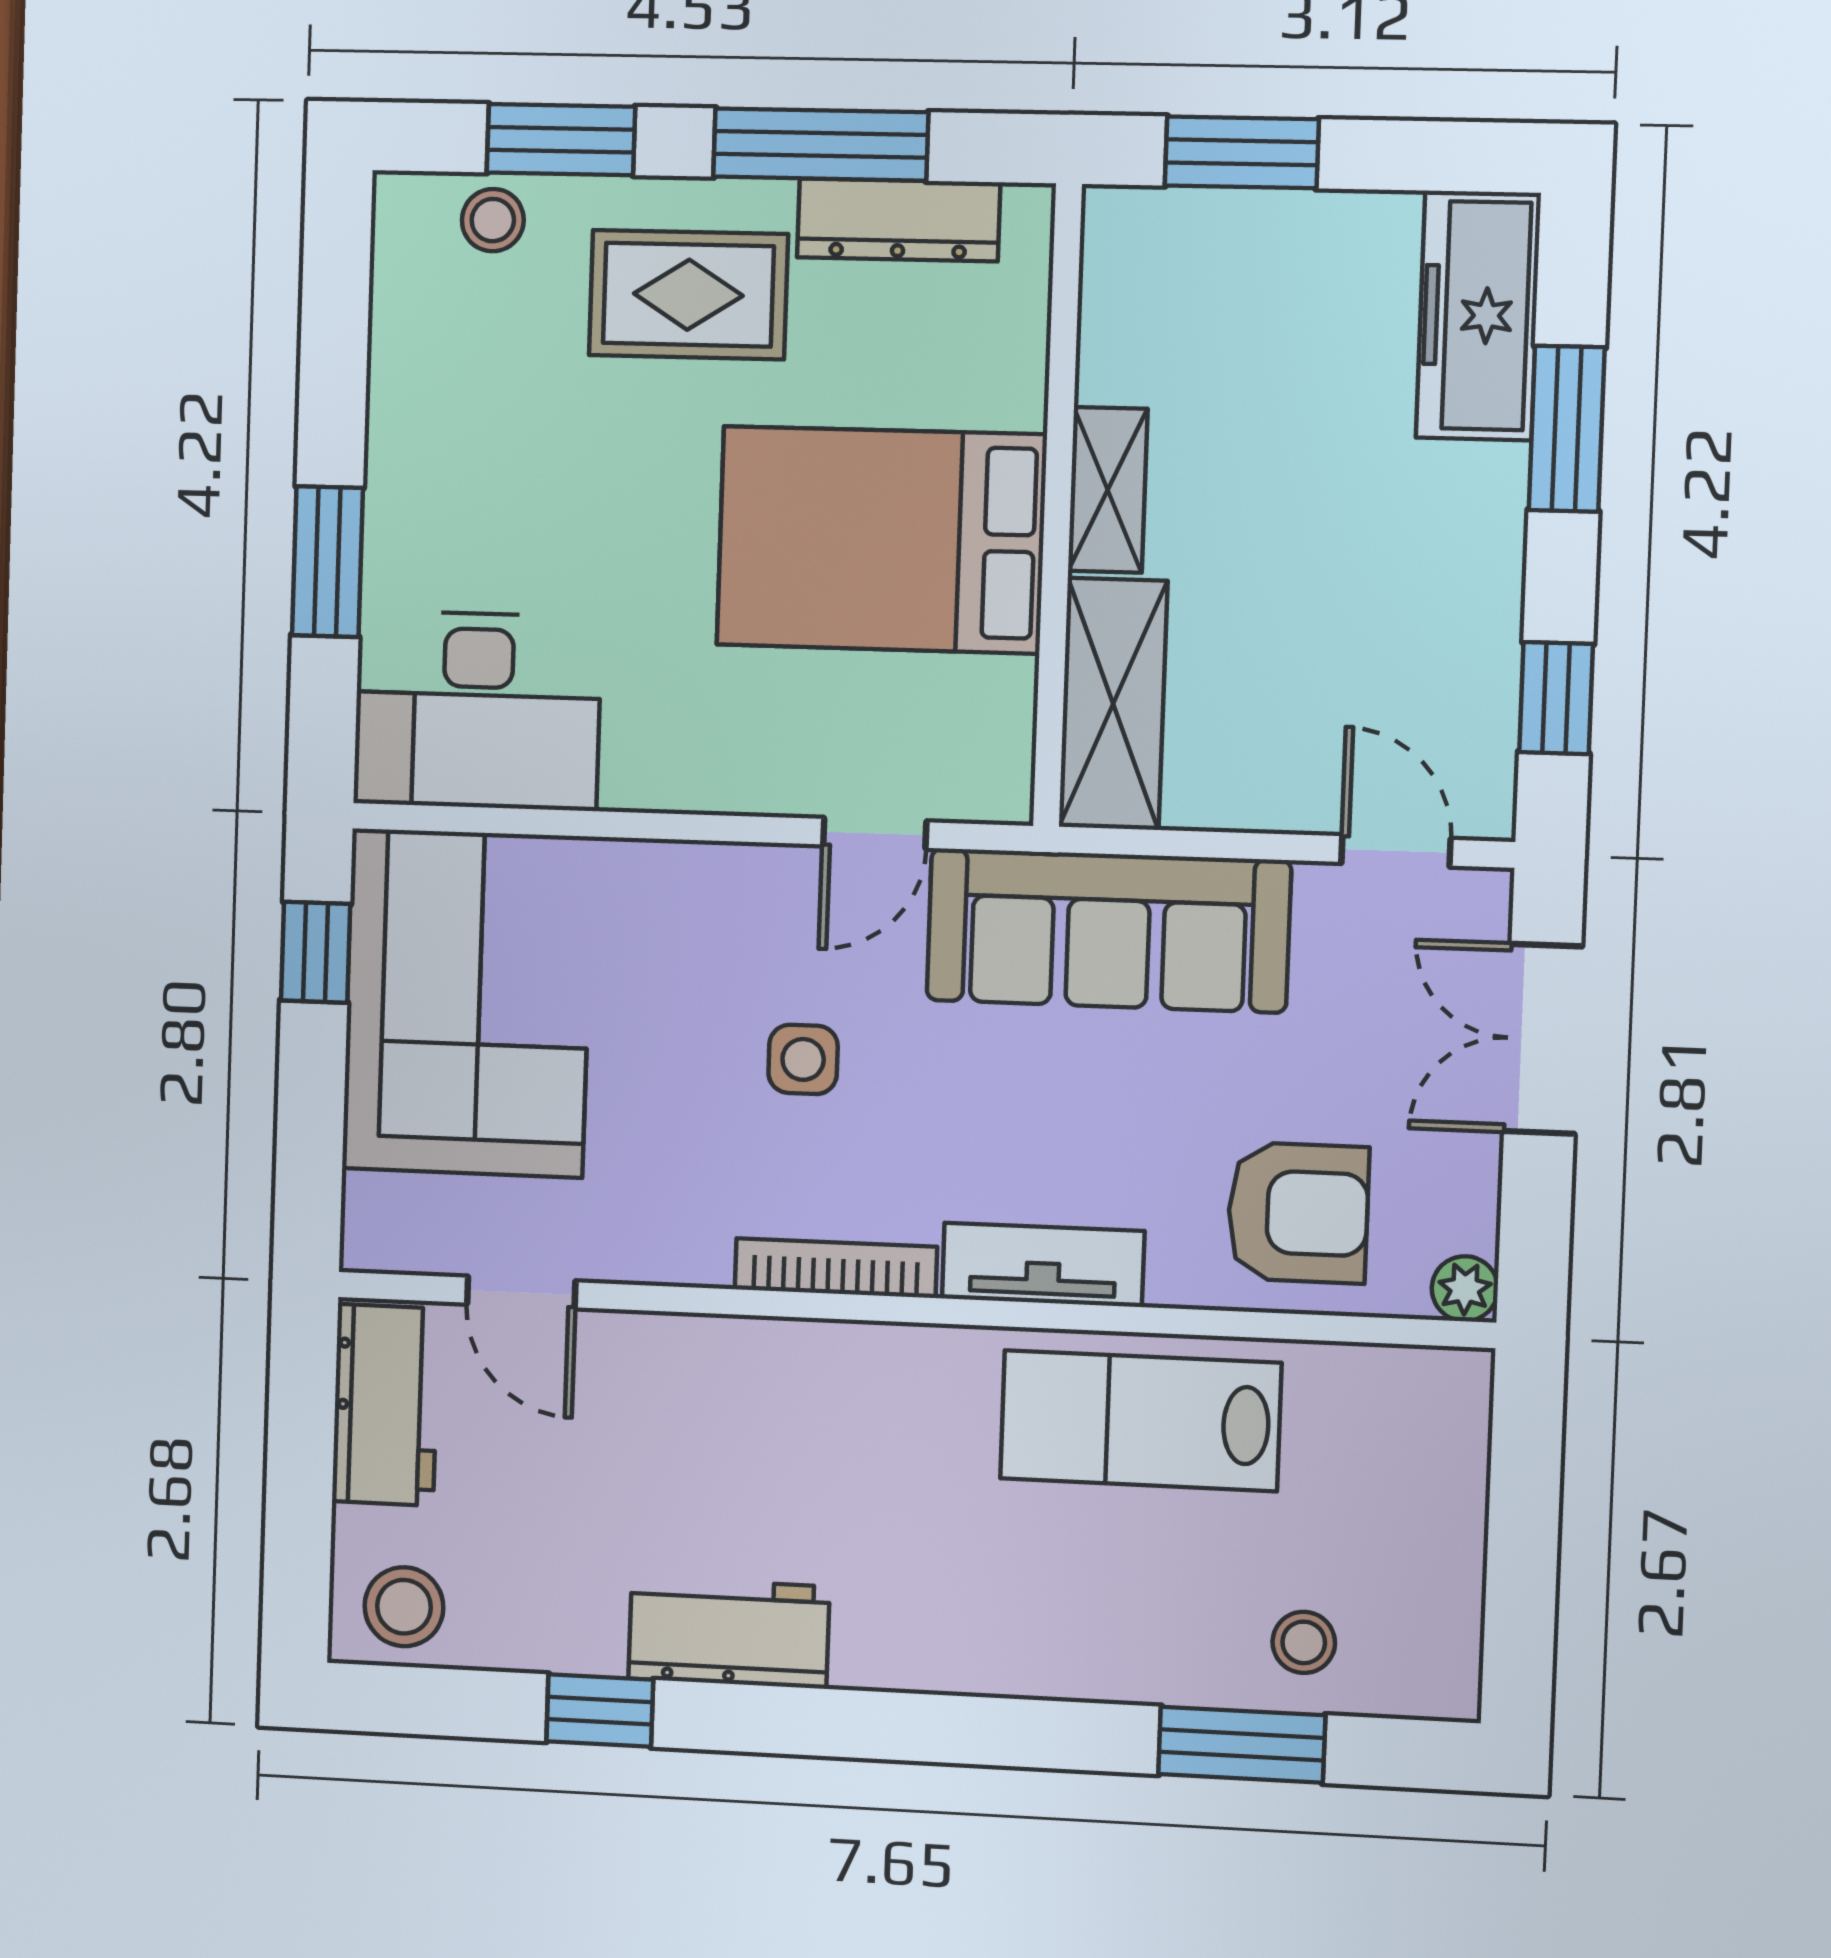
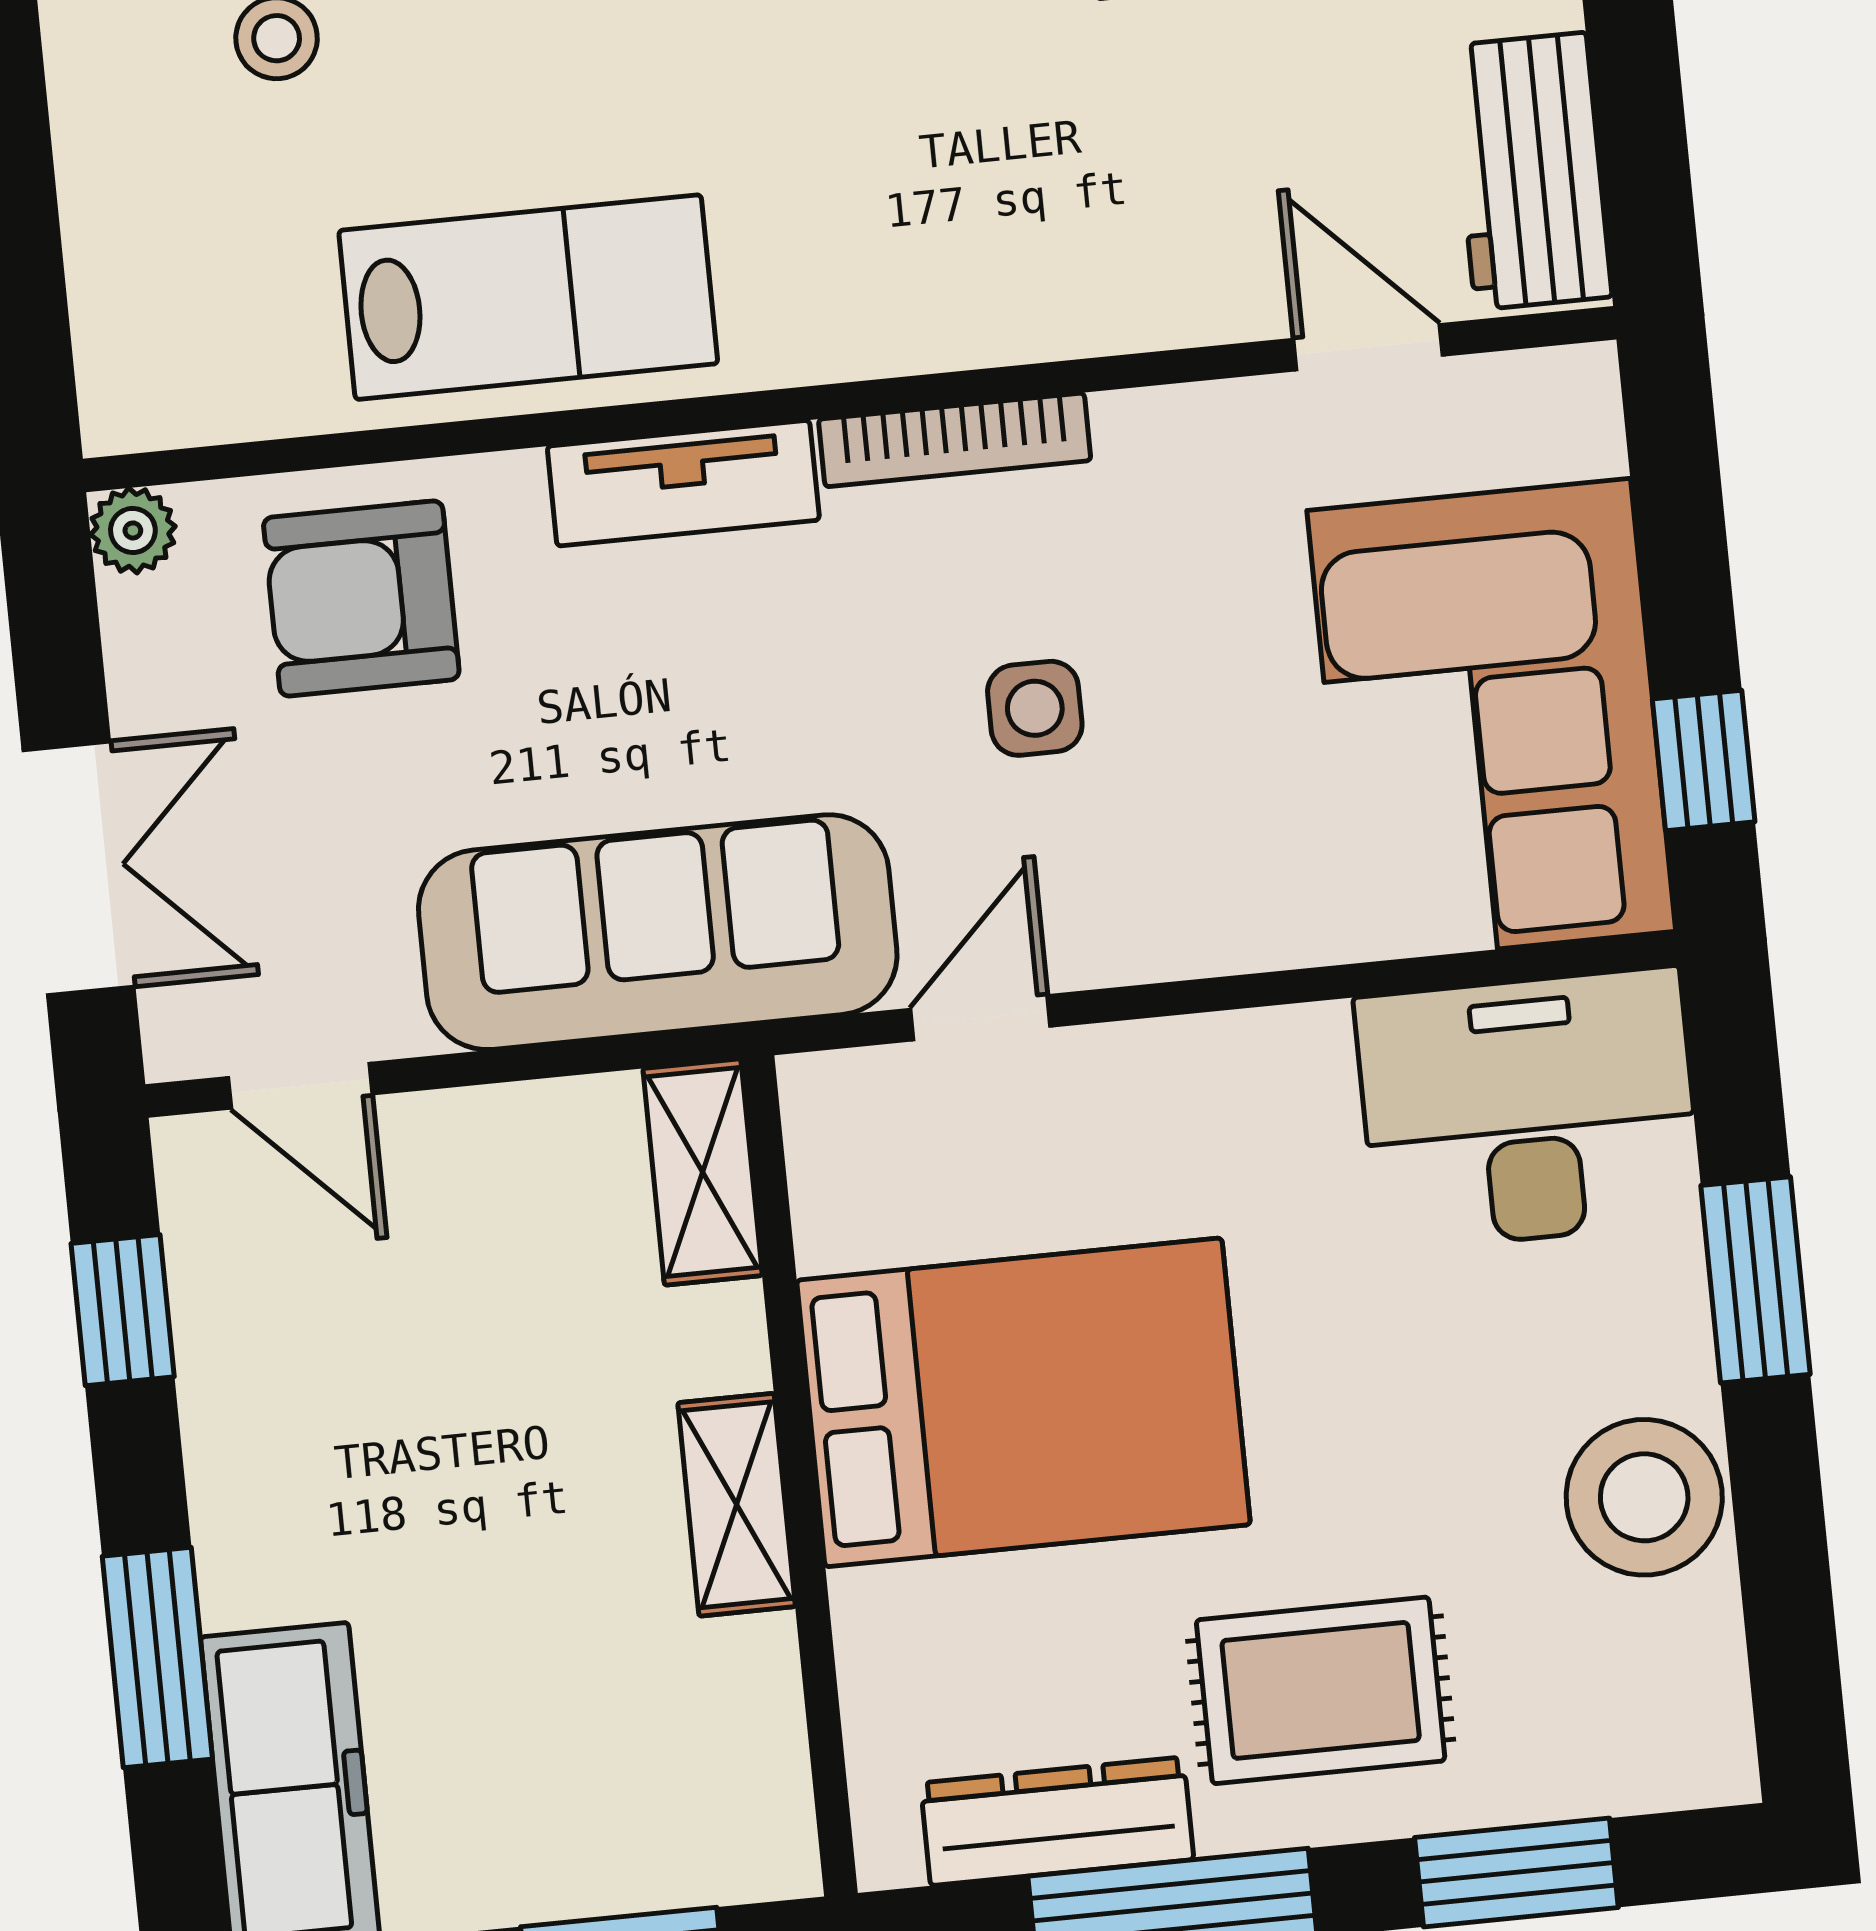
stool: (493, 220) -> (1644, 1497), moved, width x1.89, depth x1.89
shelving: (1113, 704) -> (703, 1172), width x0.67, depth x0.75

